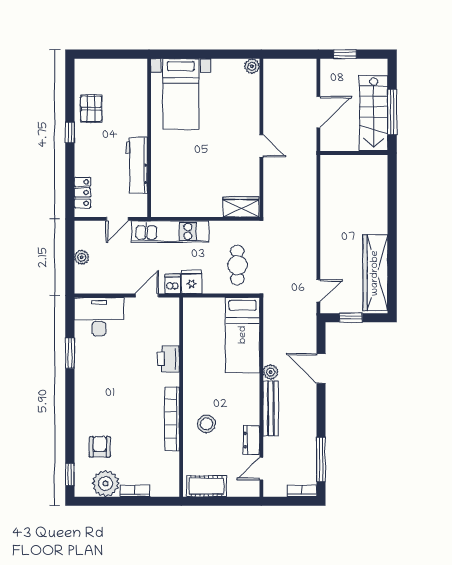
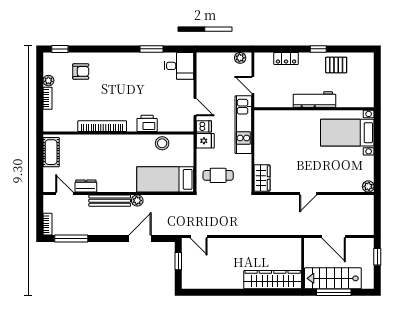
workbench: (137, 165) -> (315, 99), moved
locker: (82, 193) -> (286, 58), moved
plant: (82, 257) -> (240, 58), moved
wardrobe: (375, 273) -> (273, 280), moved
desk: (99, 317) -> (179, 66), width x0.73
stool: (207, 424) -> (162, 143), moved
plant: (106, 483) -> (48, 81), width x0.53, depth x0.53

